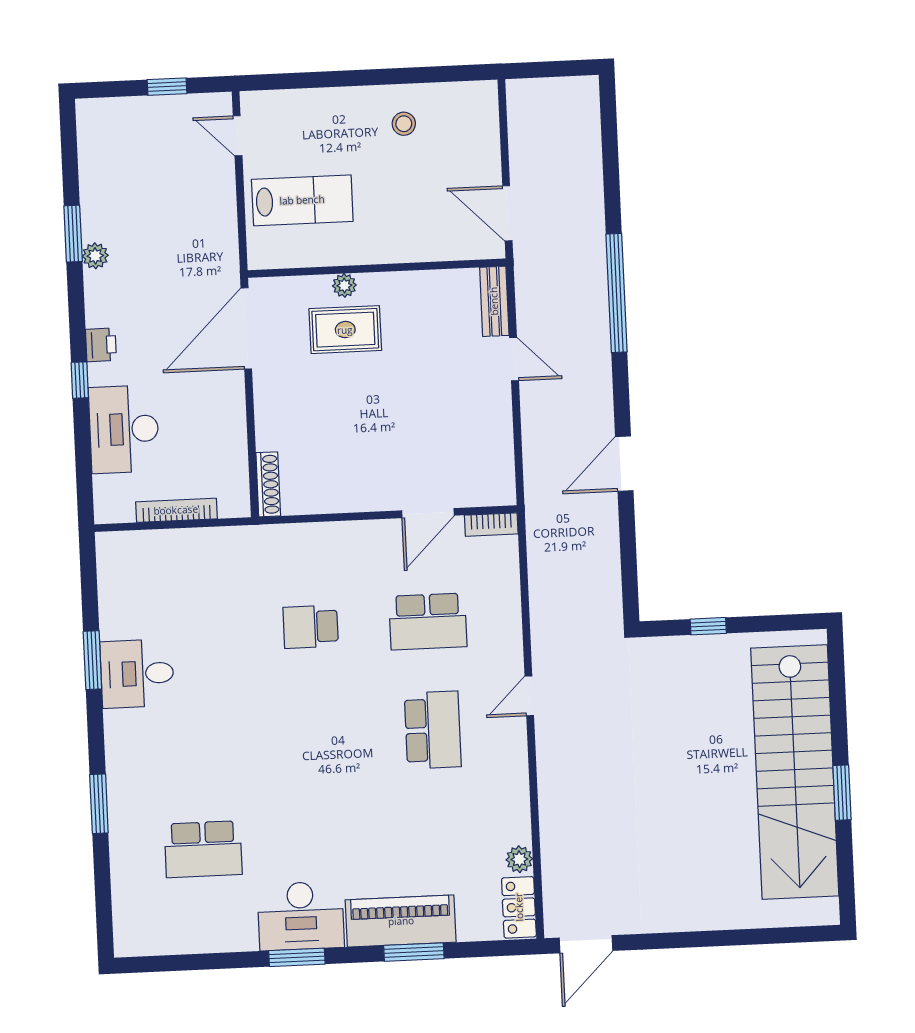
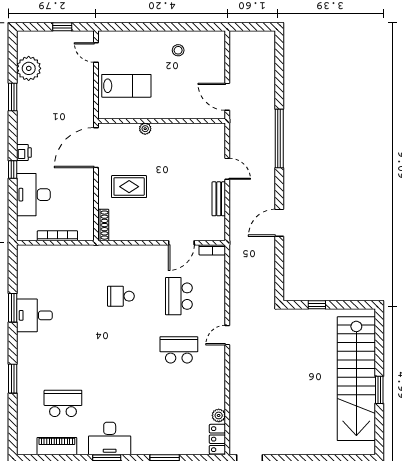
plant: (95, 256) -> (29, 68), moved, width x1.88, depth x1.88
bench: (494, 301) -> (219, 199), moved
rug: (345, 330) -> (129, 187), moved
school desk: (428, 621) -> (179, 296), turned 90
school desk: (433, 730) -> (179, 350), turned -90
school desk: (203, 849) -> (63, 403), turned 180
piano: (401, 921) -> (57, 446), moved, width x0.73, depth x0.75

